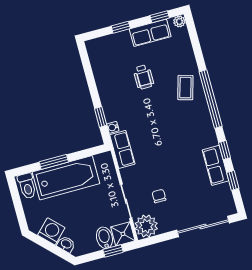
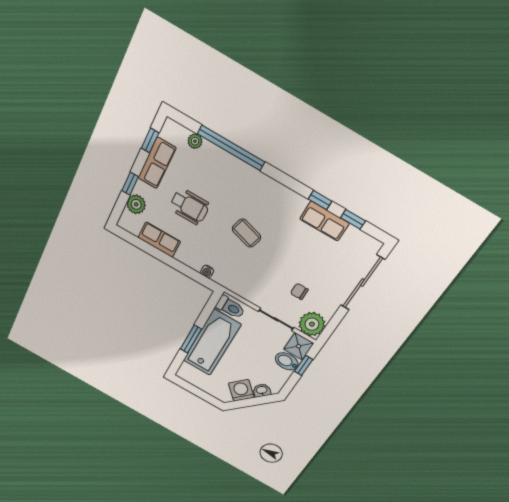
plant: (179, 21) -> (195, 141), moved
plant: (111, 43) -> (136, 204), added
wheelchair: (143, 77) -> (189, 206), width x1.36, depth x1.37
coffee table: (185, 88) -> (246, 233), moved
window: (211, 99) -> (231, 148), moved
window: (101, 117) -> (190, 272), removed
row of seats: (122, 149) -> (159, 240), moved
toilet: (27, 186) -> (230, 307), moved

